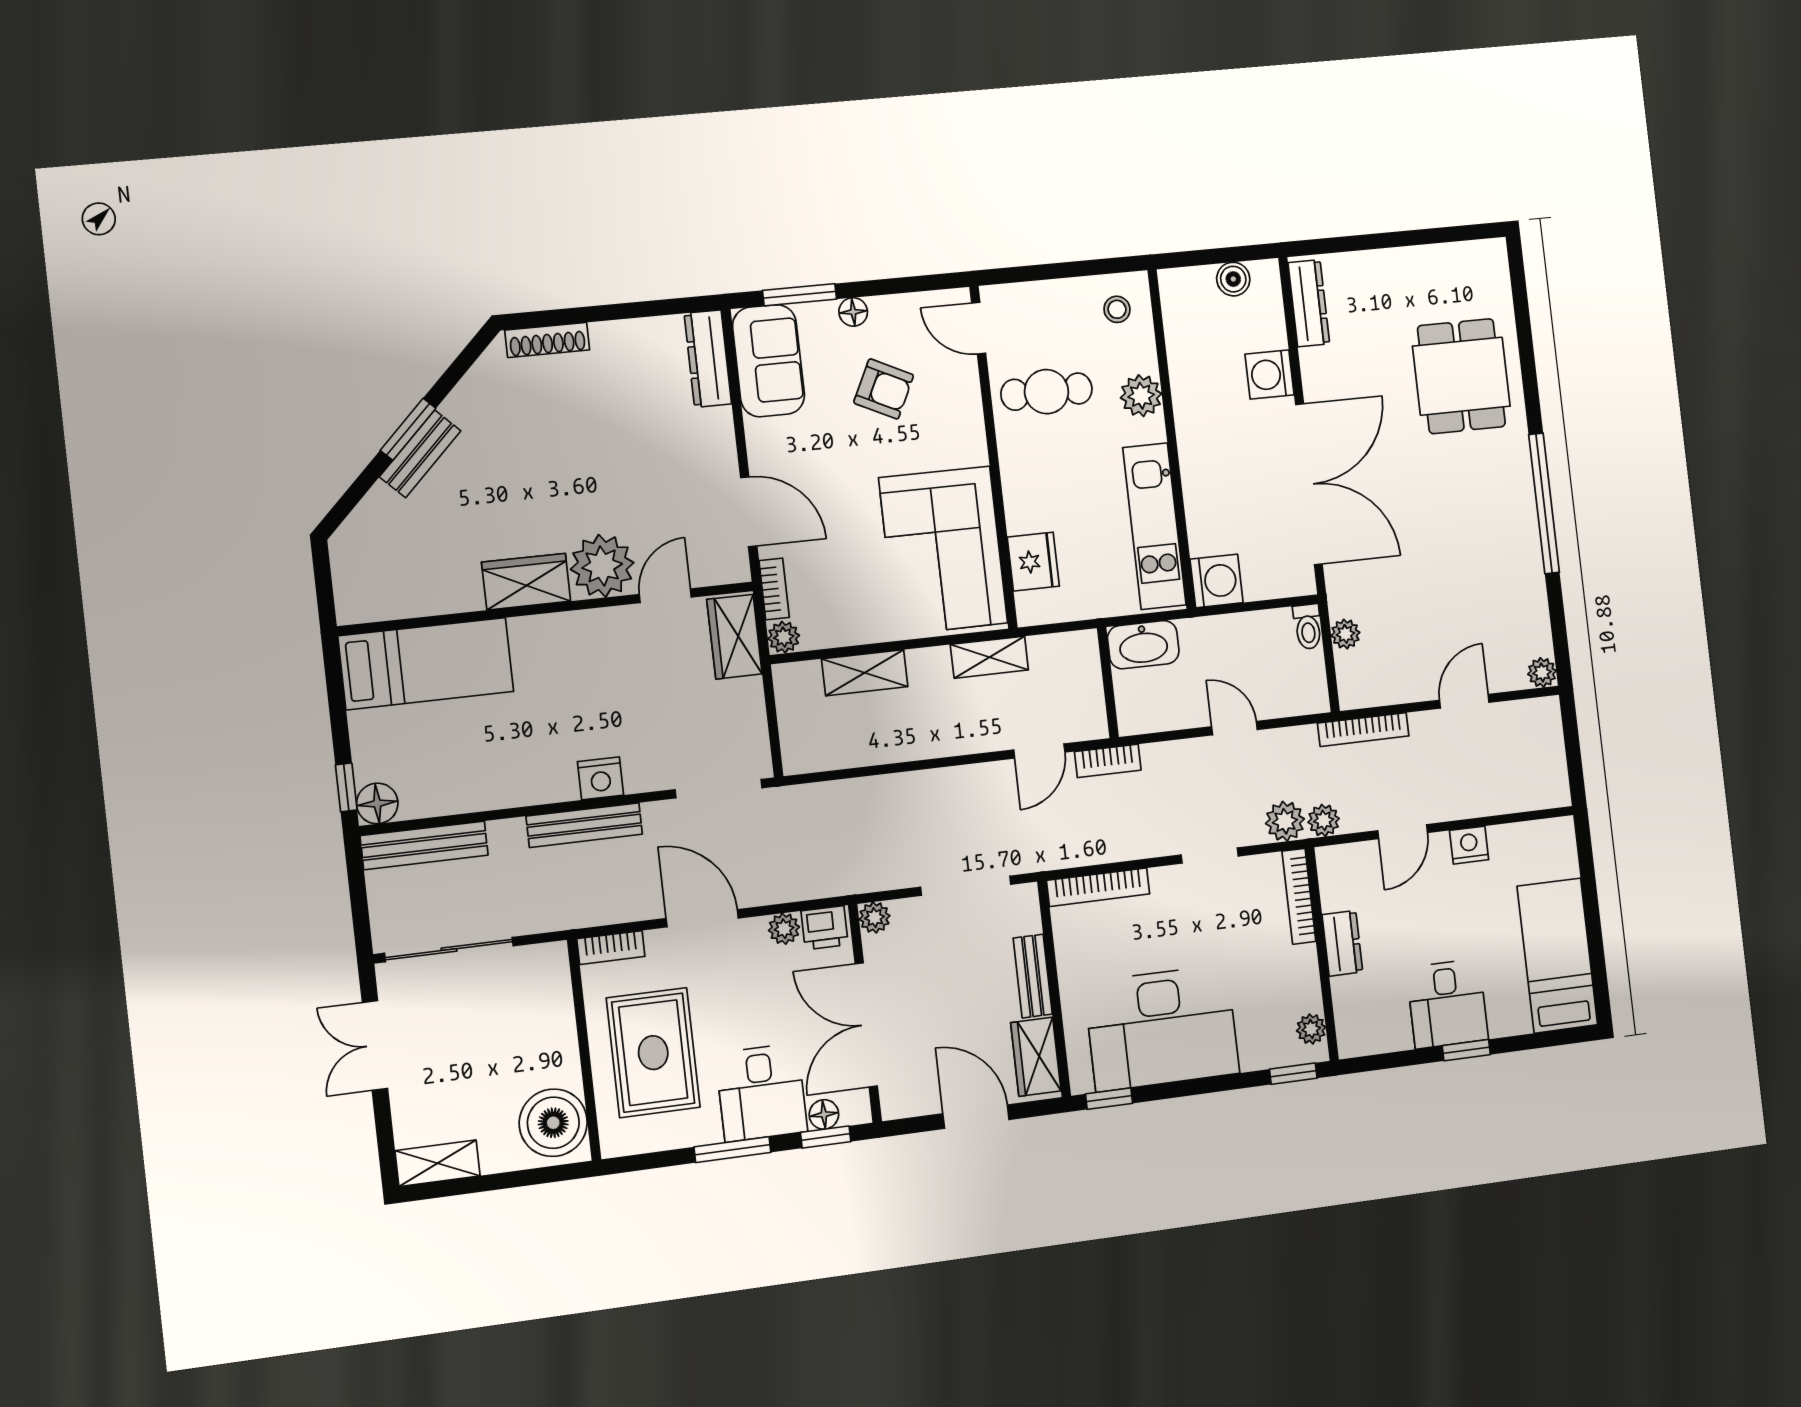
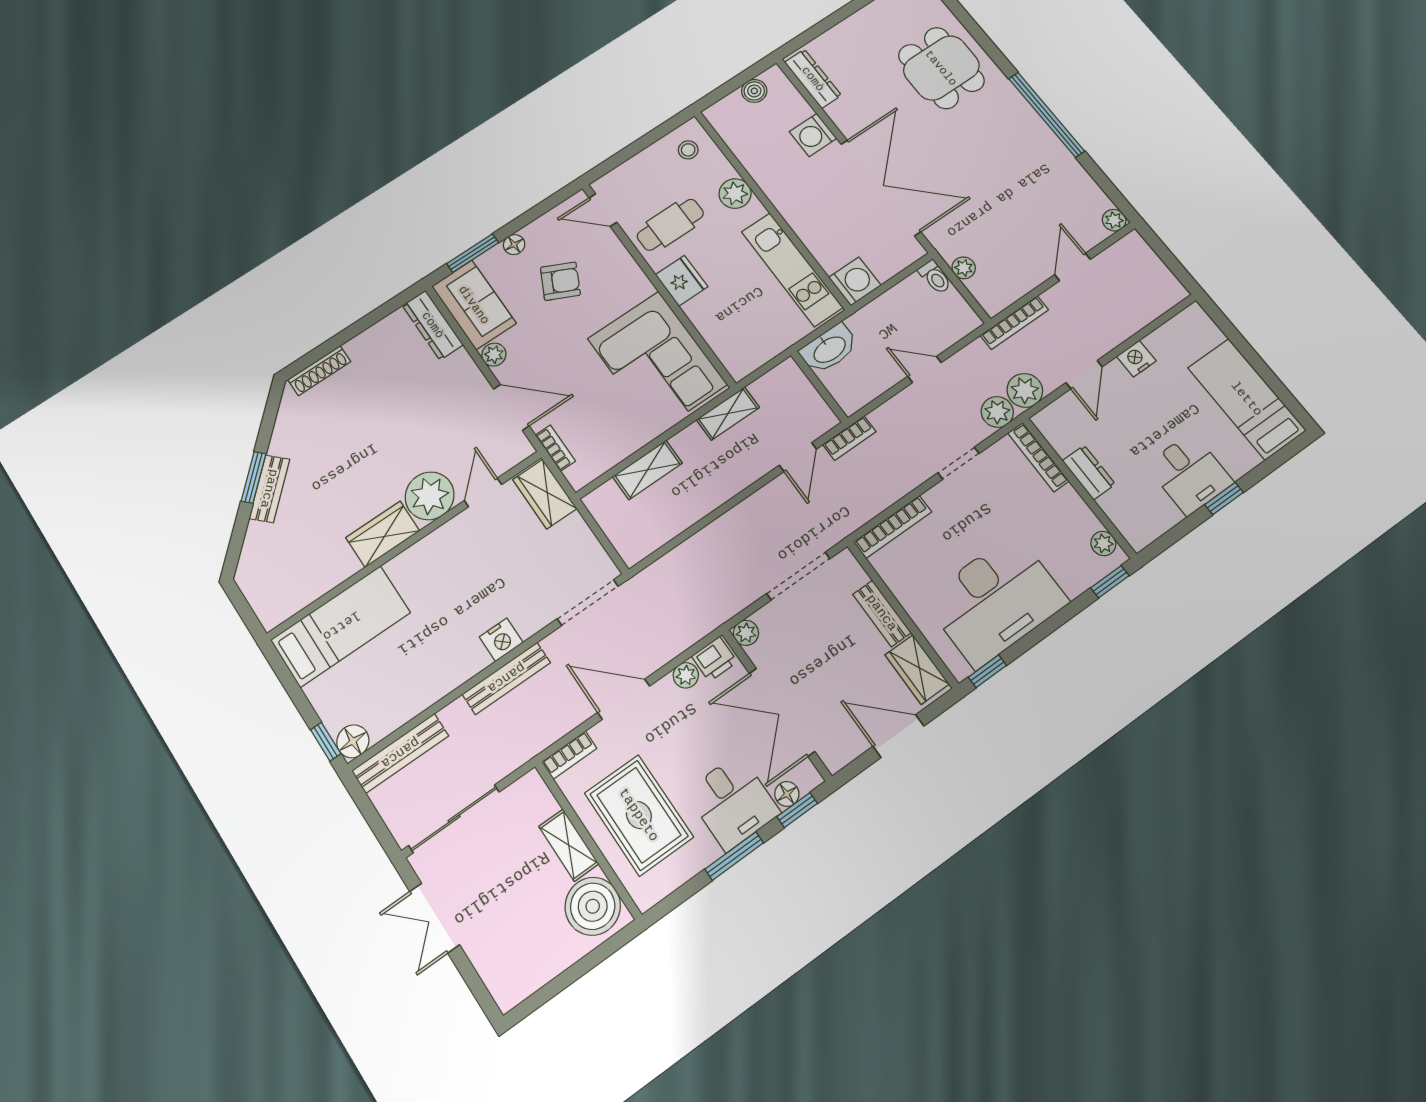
fridge: (1033, 562) -> (682, 281), moved
plant: (784, 637) -> (494, 355), moved
plant: (1324, 820) -> (1025, 390), width x1.38, depth x1.38
shelving: (438, 1163) -> (569, 845), moved, turned 90

